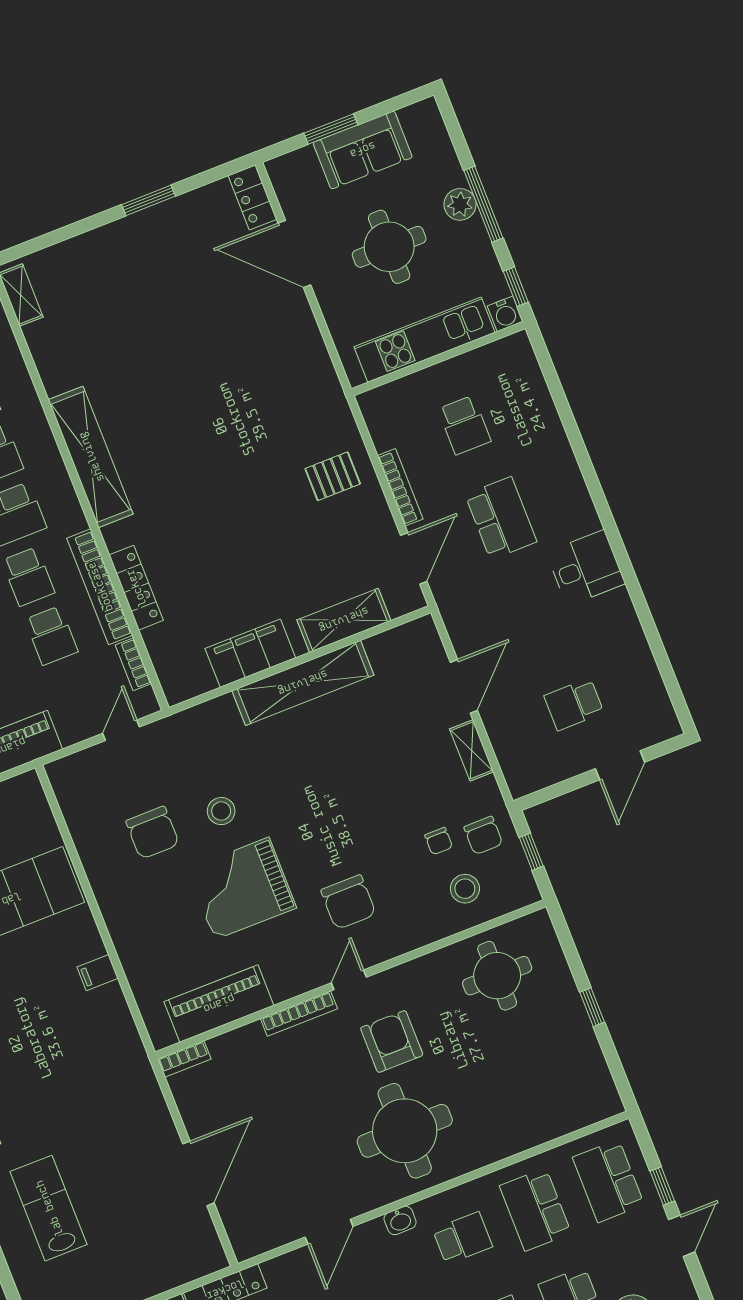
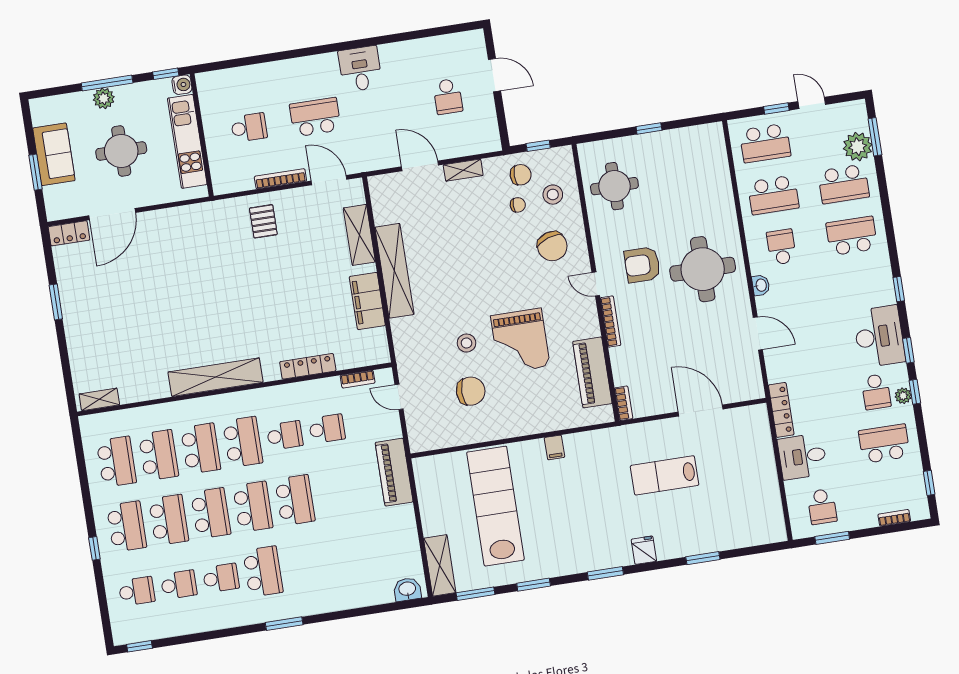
bookcase: (100, 587) -> (302, 390), removed
chair: (348, 902) -> (552, 246), moved, turned 72
lab bench: (49, 1208) -> (665, 475), moved

